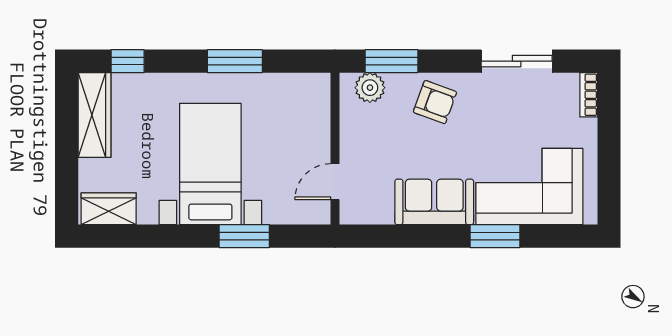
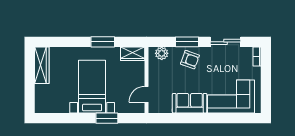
window: (128, 61) -> (56, 42), removed
window: (391, 61) -> (187, 42), moved
wardrobe: (109, 209) -> (133, 54), moved, turned 180
window: (495, 236) -> (216, 118), removed

